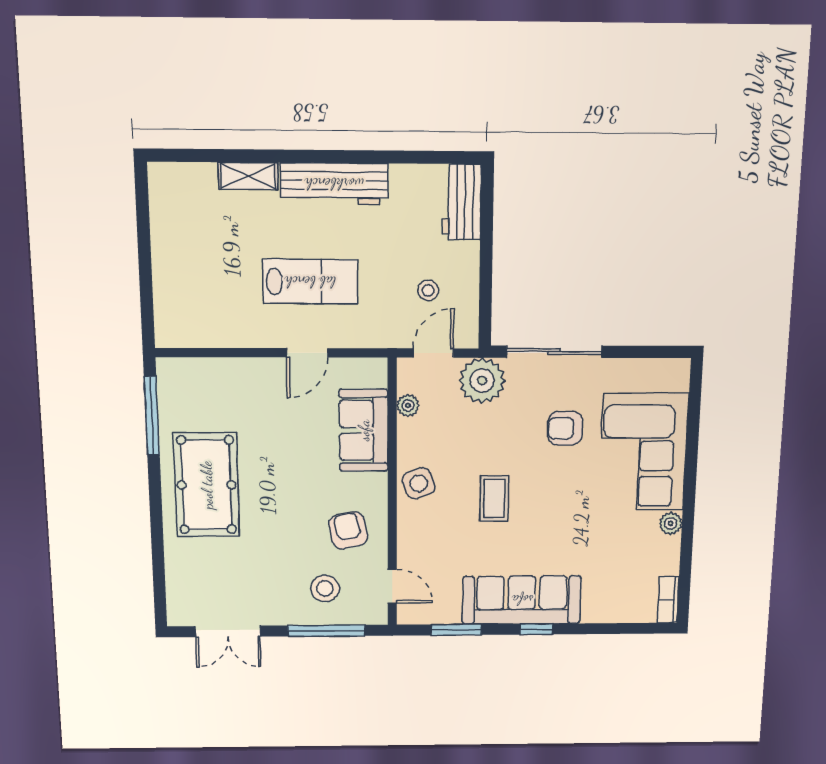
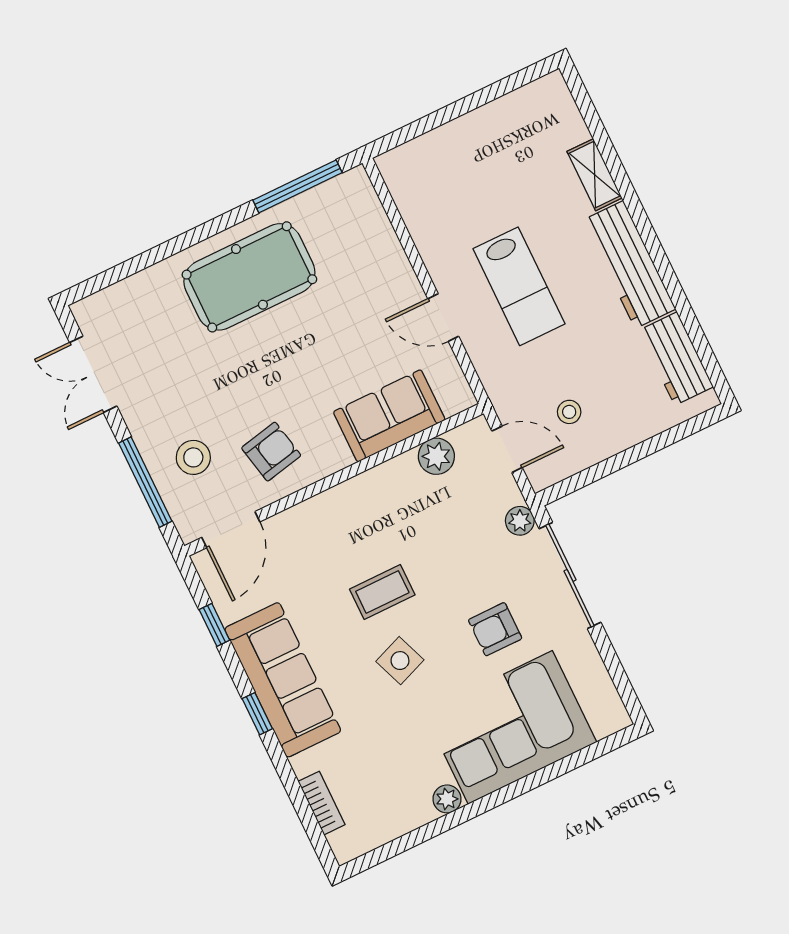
workbench: (462, 202) -> (676, 359), moved, turned -90
plant: (482, 381) -> (520, 521), width x0.53, depth x0.53
plant: (408, 405) -> (436, 456), width x1.38, depth x1.38
armchair: (565, 428) -> (495, 629), turned -90
side table: (419, 483) -> (400, 661), moved
door: (392, 586) -> (231, 530), width x1.37
bookcase: (668, 600) -> (321, 803), moved, turned 90
window: (456, 630) -> (214, 625), width x0.67

